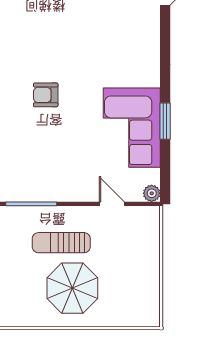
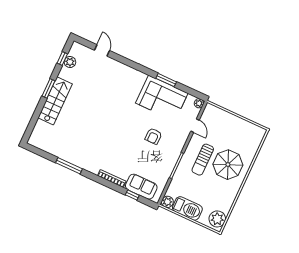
armchair: (46, 95) -> (153, 136), moved
door: (112, 204) -> (195, 126), swing flipped

